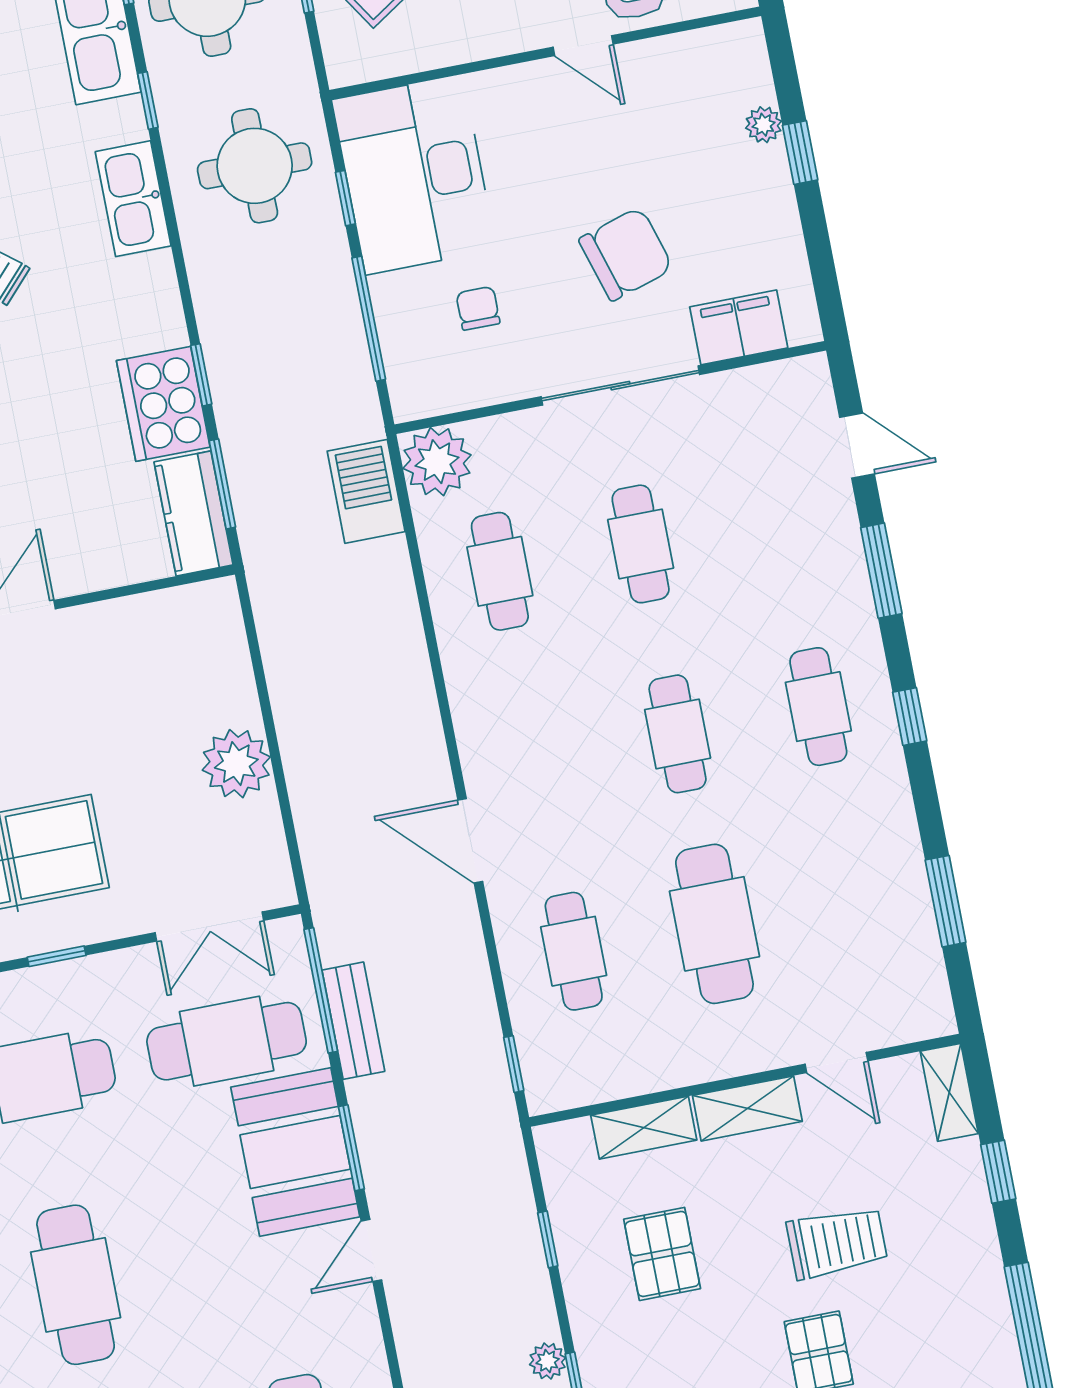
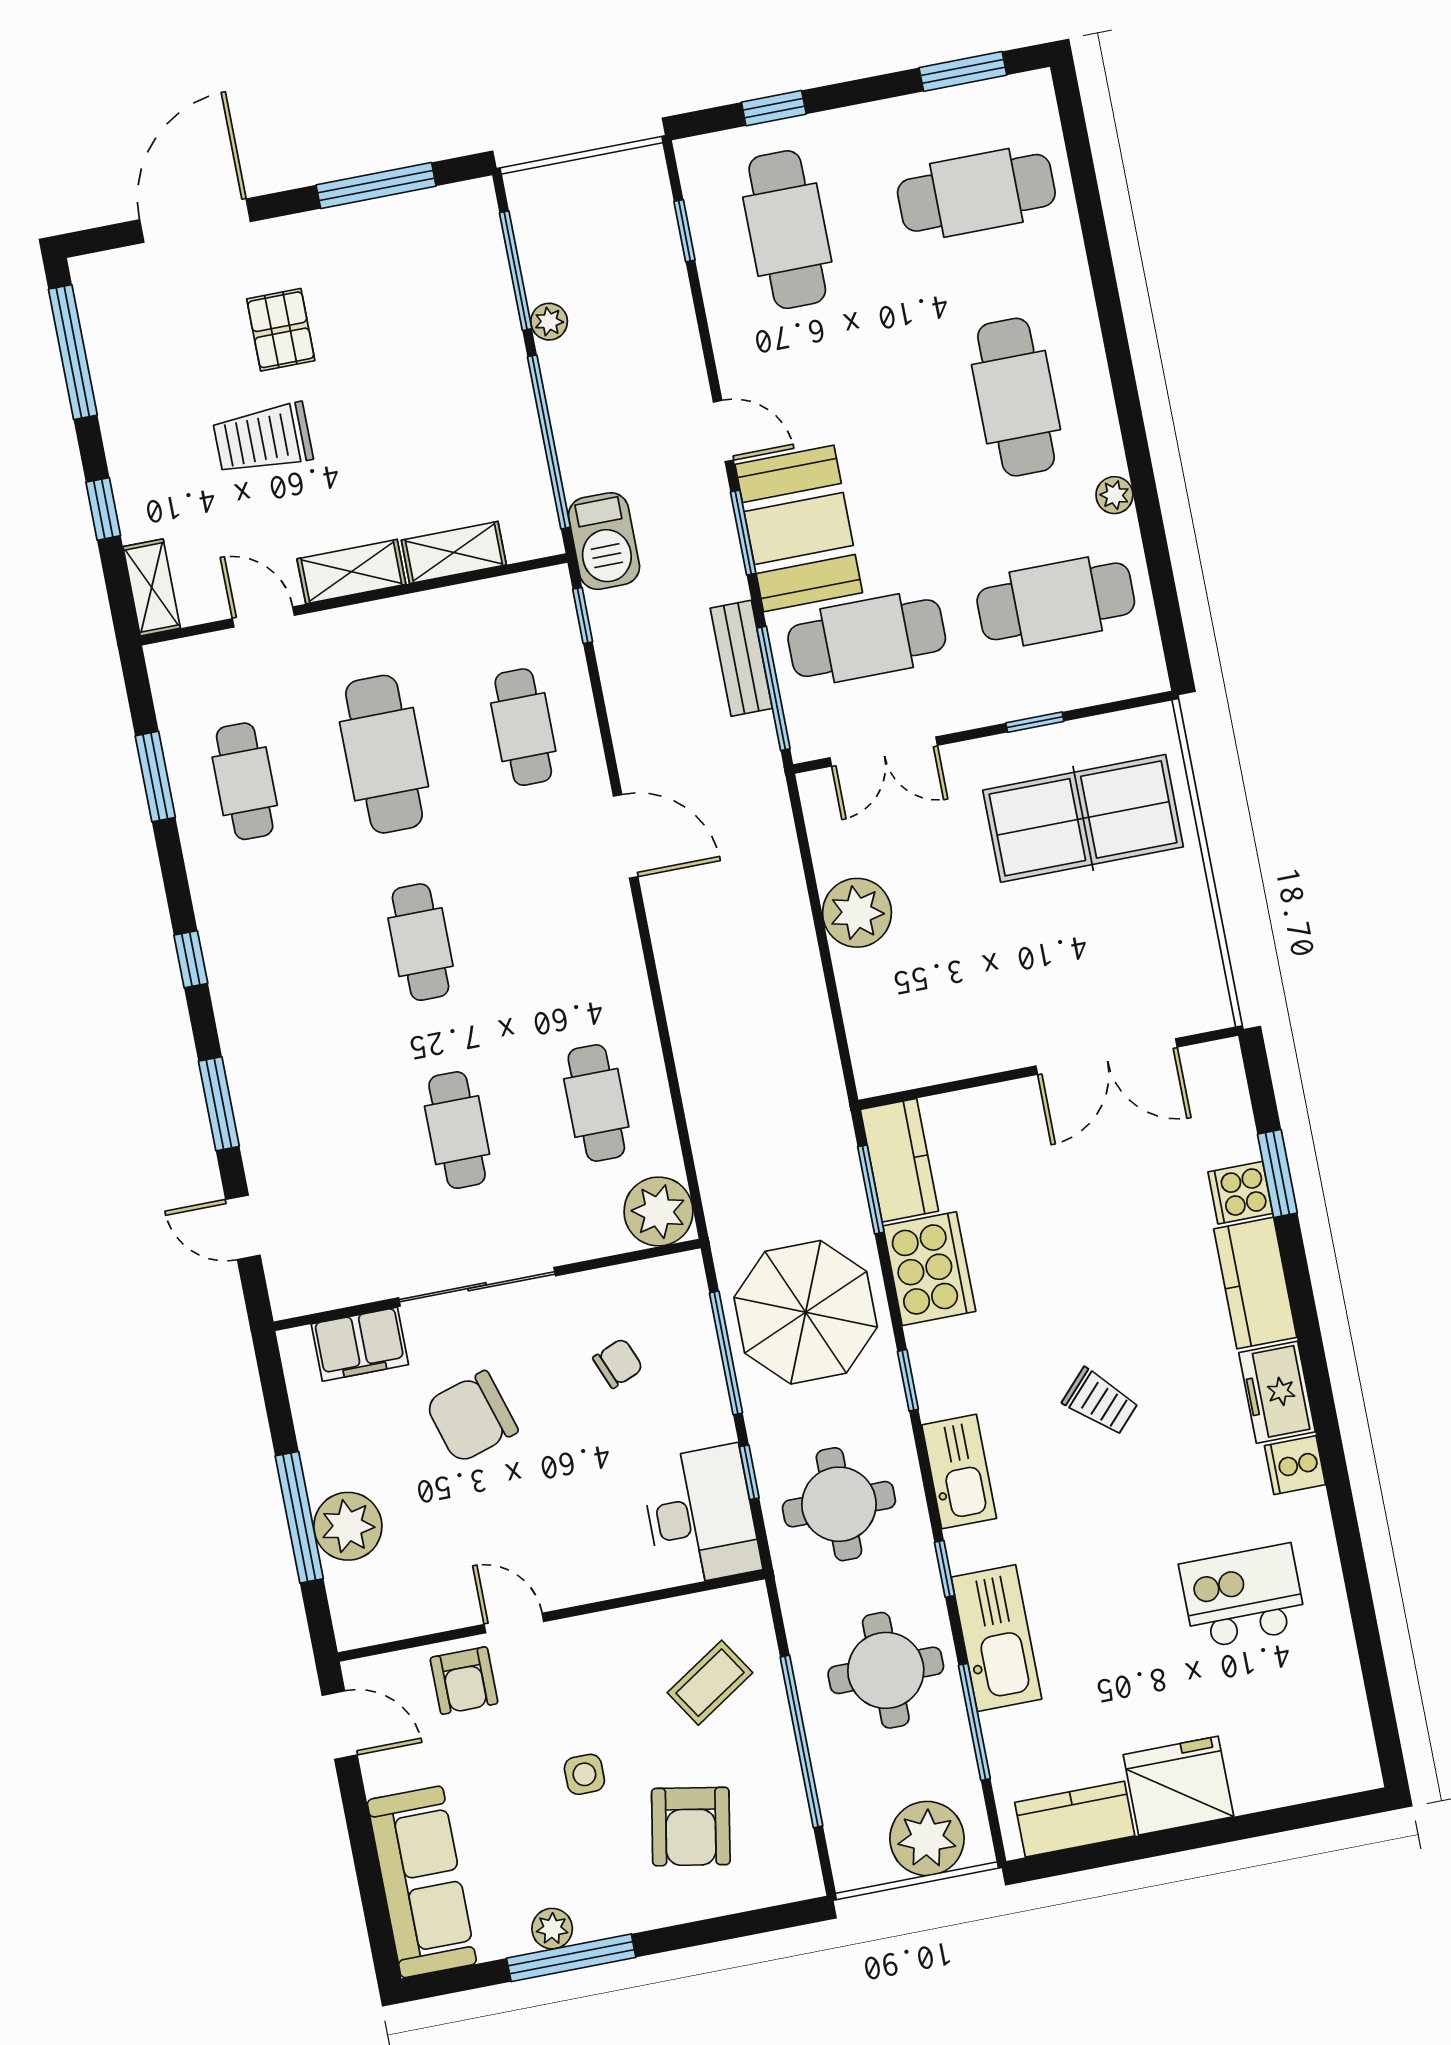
plant: (764, 125) -> (348, 1526), width x1.88, depth x1.88
window: (800, 153) -> (299, 1517), width x2.17
desk: (414, 175) -> (701, 1516), width x0.73, depth x0.77
chair: (478, 308) -> (618, 1363), turned -112
parasol: (288, 360) -> (806, 1312), added
window: (201, 375) -> (908, 1380), moved
barbecue: (366, 491) -> (604, 541), moved
cafe table: (818, 707) -> (245, 781), moved
double door: (209, 927) -> (884, 752), swing flipped
window: (548, 1239) -> (549, 442), width x3.17
door: (371, 1250) -> (723, 431), hinge flipped
pallet: (662, 1254) -> (436, 428), removed

